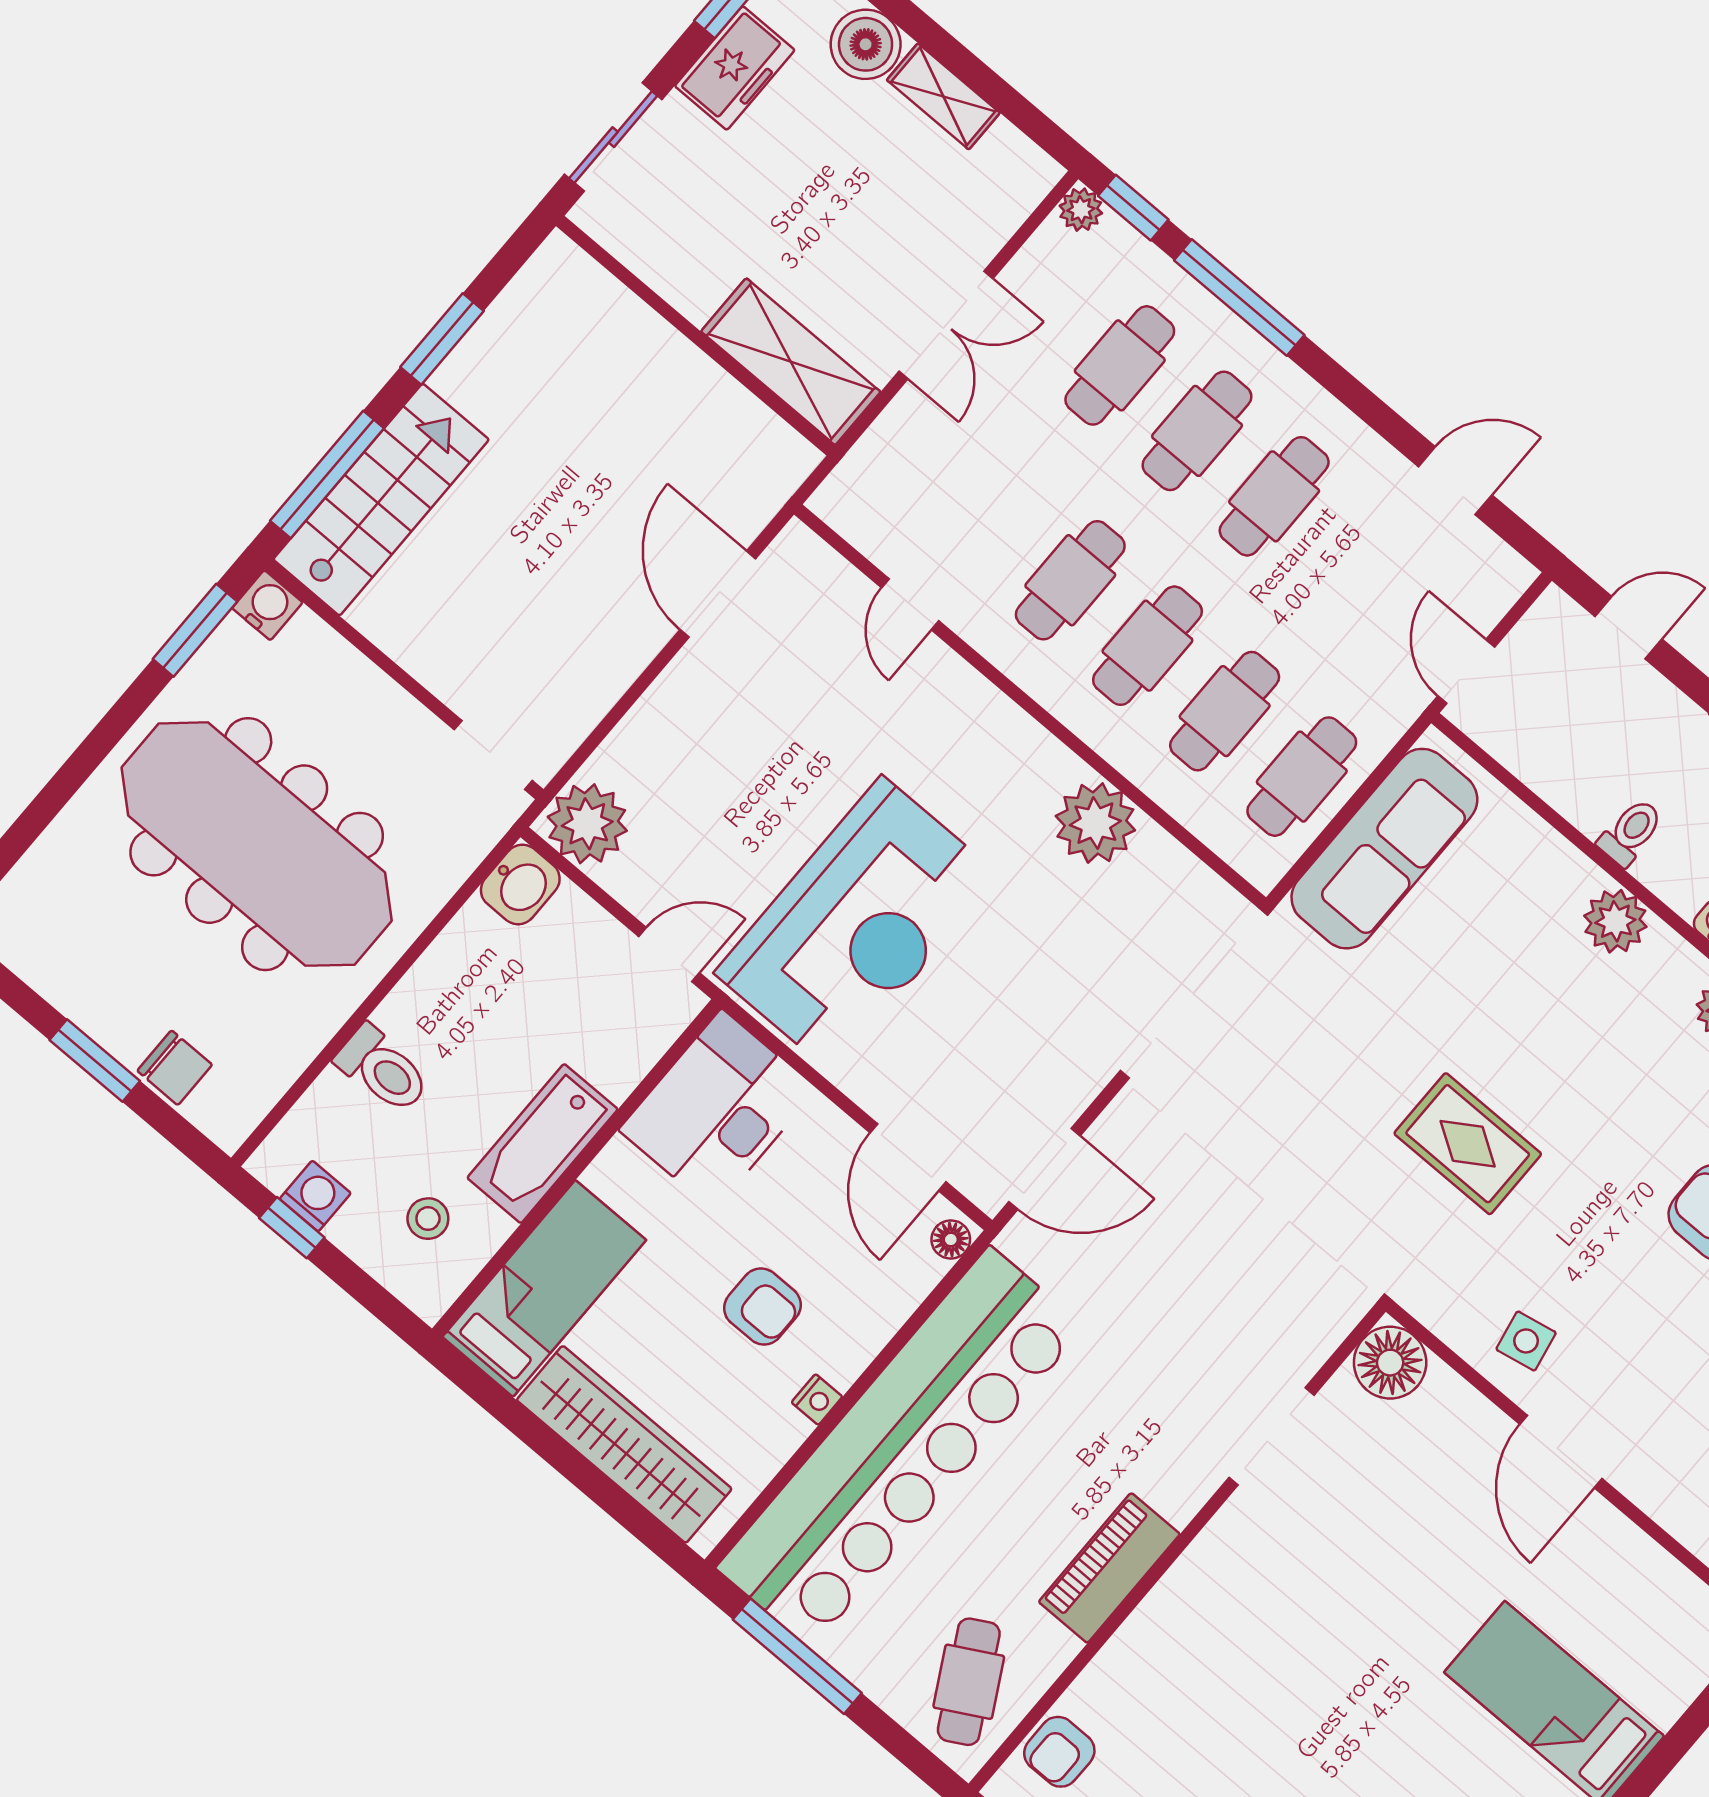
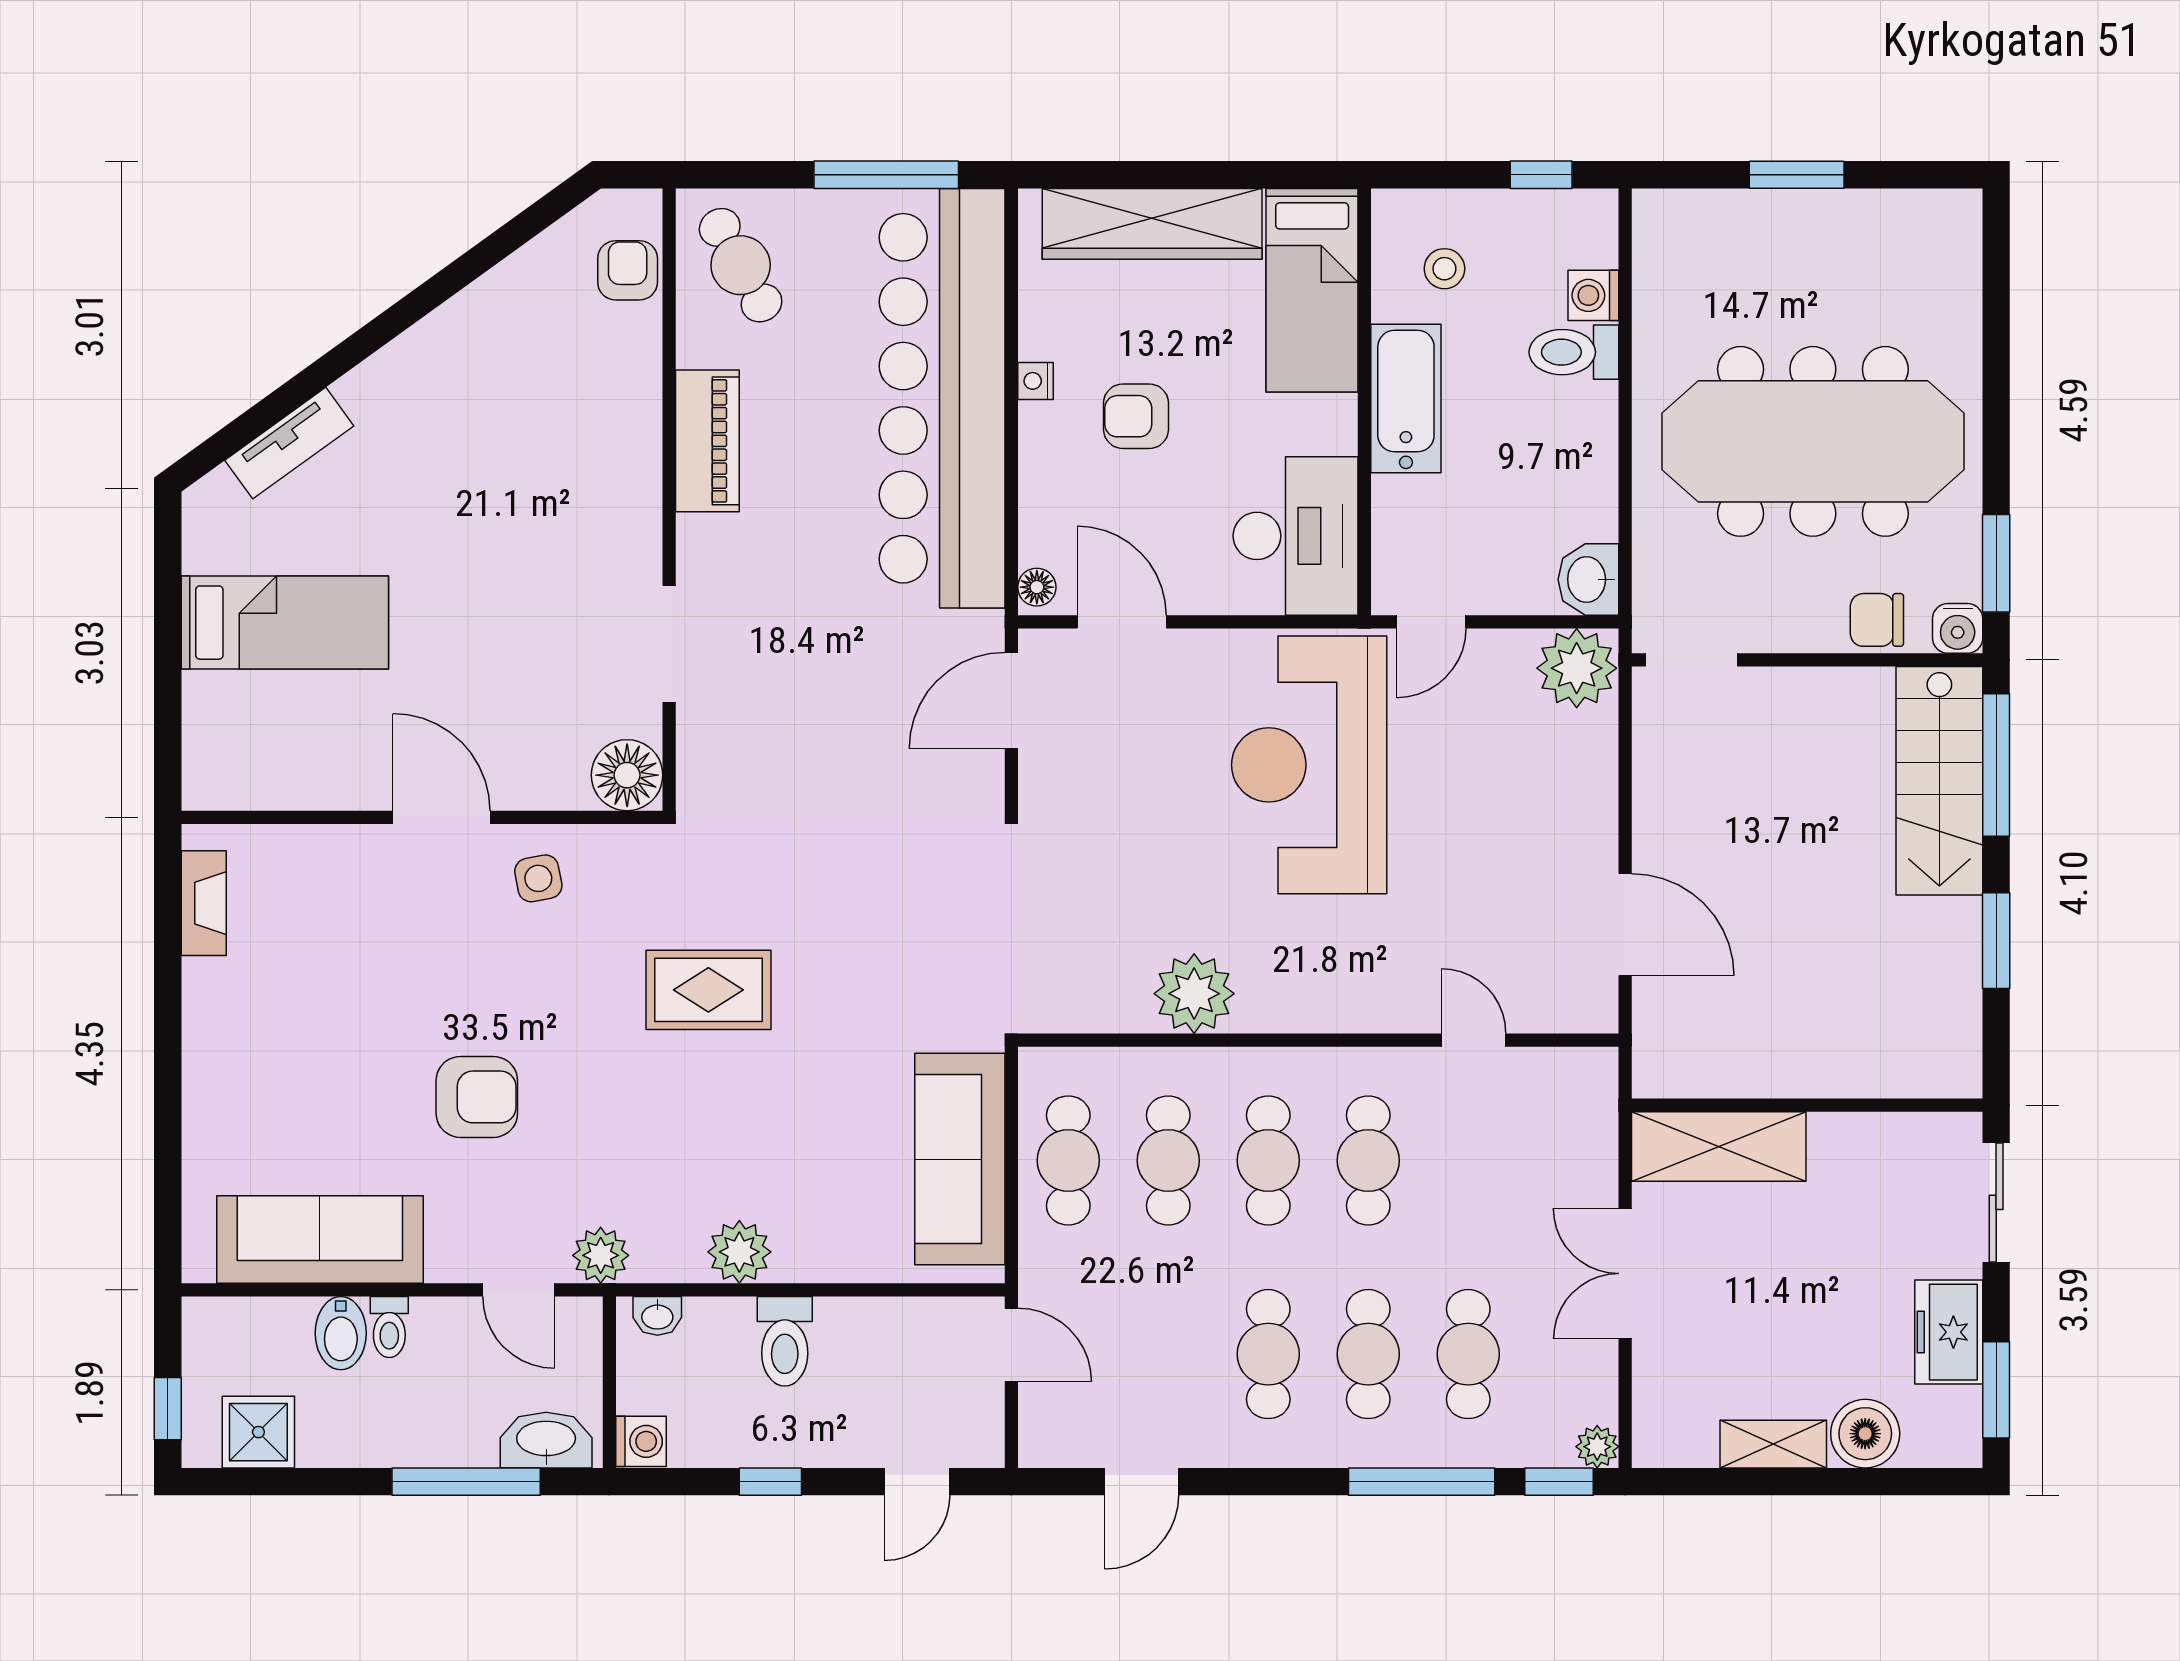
toilet: (1631, 832) -> (785, 1341), width x1.37, depth x1.39
chair: (175, 1068) -> (1877, 620), moved
washing machine: (315, 1196) -> (1593, 295), moved, turned 90

